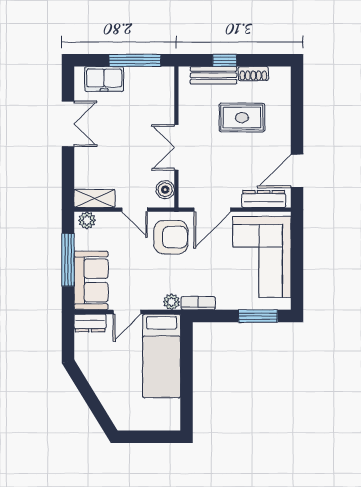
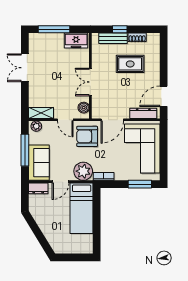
window: (135, 60) -> (54, 29), moved
freezer: (104, 79) -> (76, 41), moved
double door: (68, 124) -> (25, 68), swing flipped
armchair: (171, 237) -> (87, 136), turned 180
plant: (171, 302) -> (83, 171), width x1.87, depth x1.87

